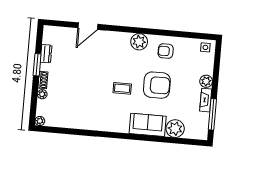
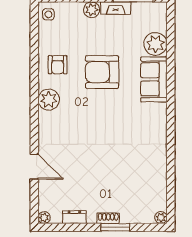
window: (37, 65) -> (115, 227), moved
armchair: (157, 85) -> (102, 72), turned -90
coffee table: (122, 88) -> (110, 116), removed
plant: (42, 94) -> (44, 218), moved

